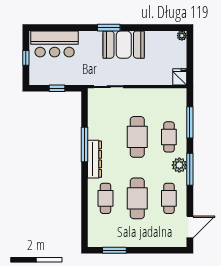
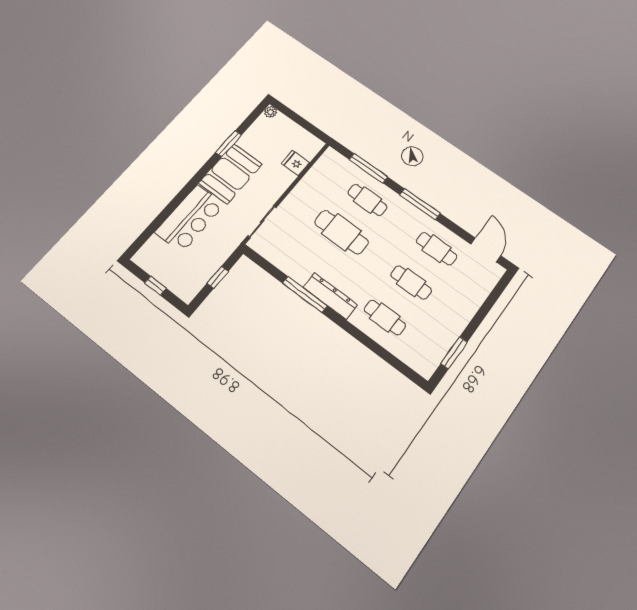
window: (109, 28) -> (229, 144), moved
bar counter: (55, 44) -> (190, 218), moved
fridge: (180, 77) -> (295, 163), moved
plant: (179, 165) -> (407, 211), removed
cafe table: (137, 198) -> (411, 282), width x0.73, depth x0.74

